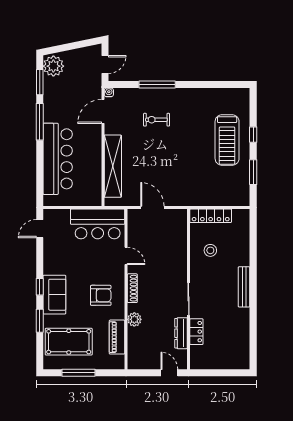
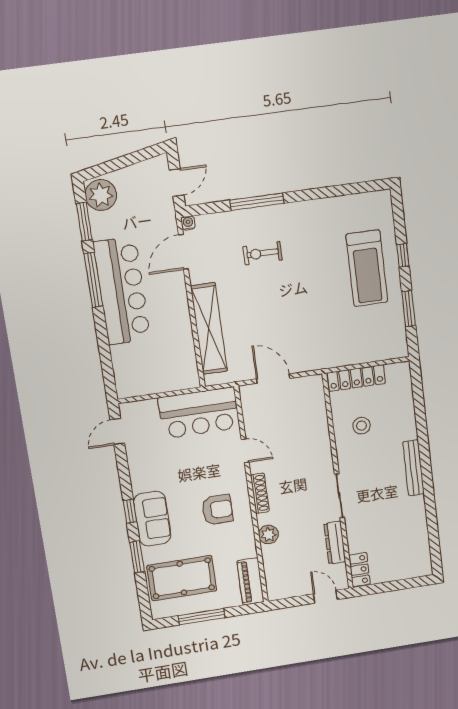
bar counter: (58, 159) -> (122, 291), moved
locker: (196, 332) -> (359, 570), moved
piano: (117, 337) -> (250, 581), moved

